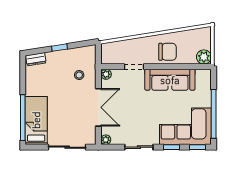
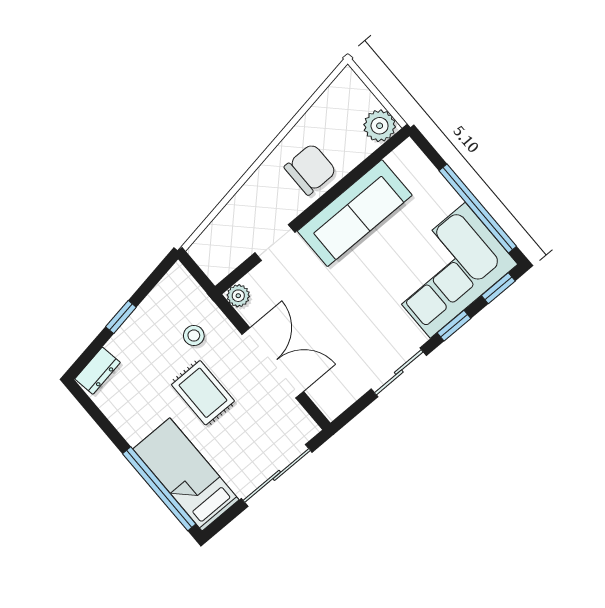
rug: (66, 97) -> (203, 393), added
plant: (106, 140) -> (332, 407), removed

